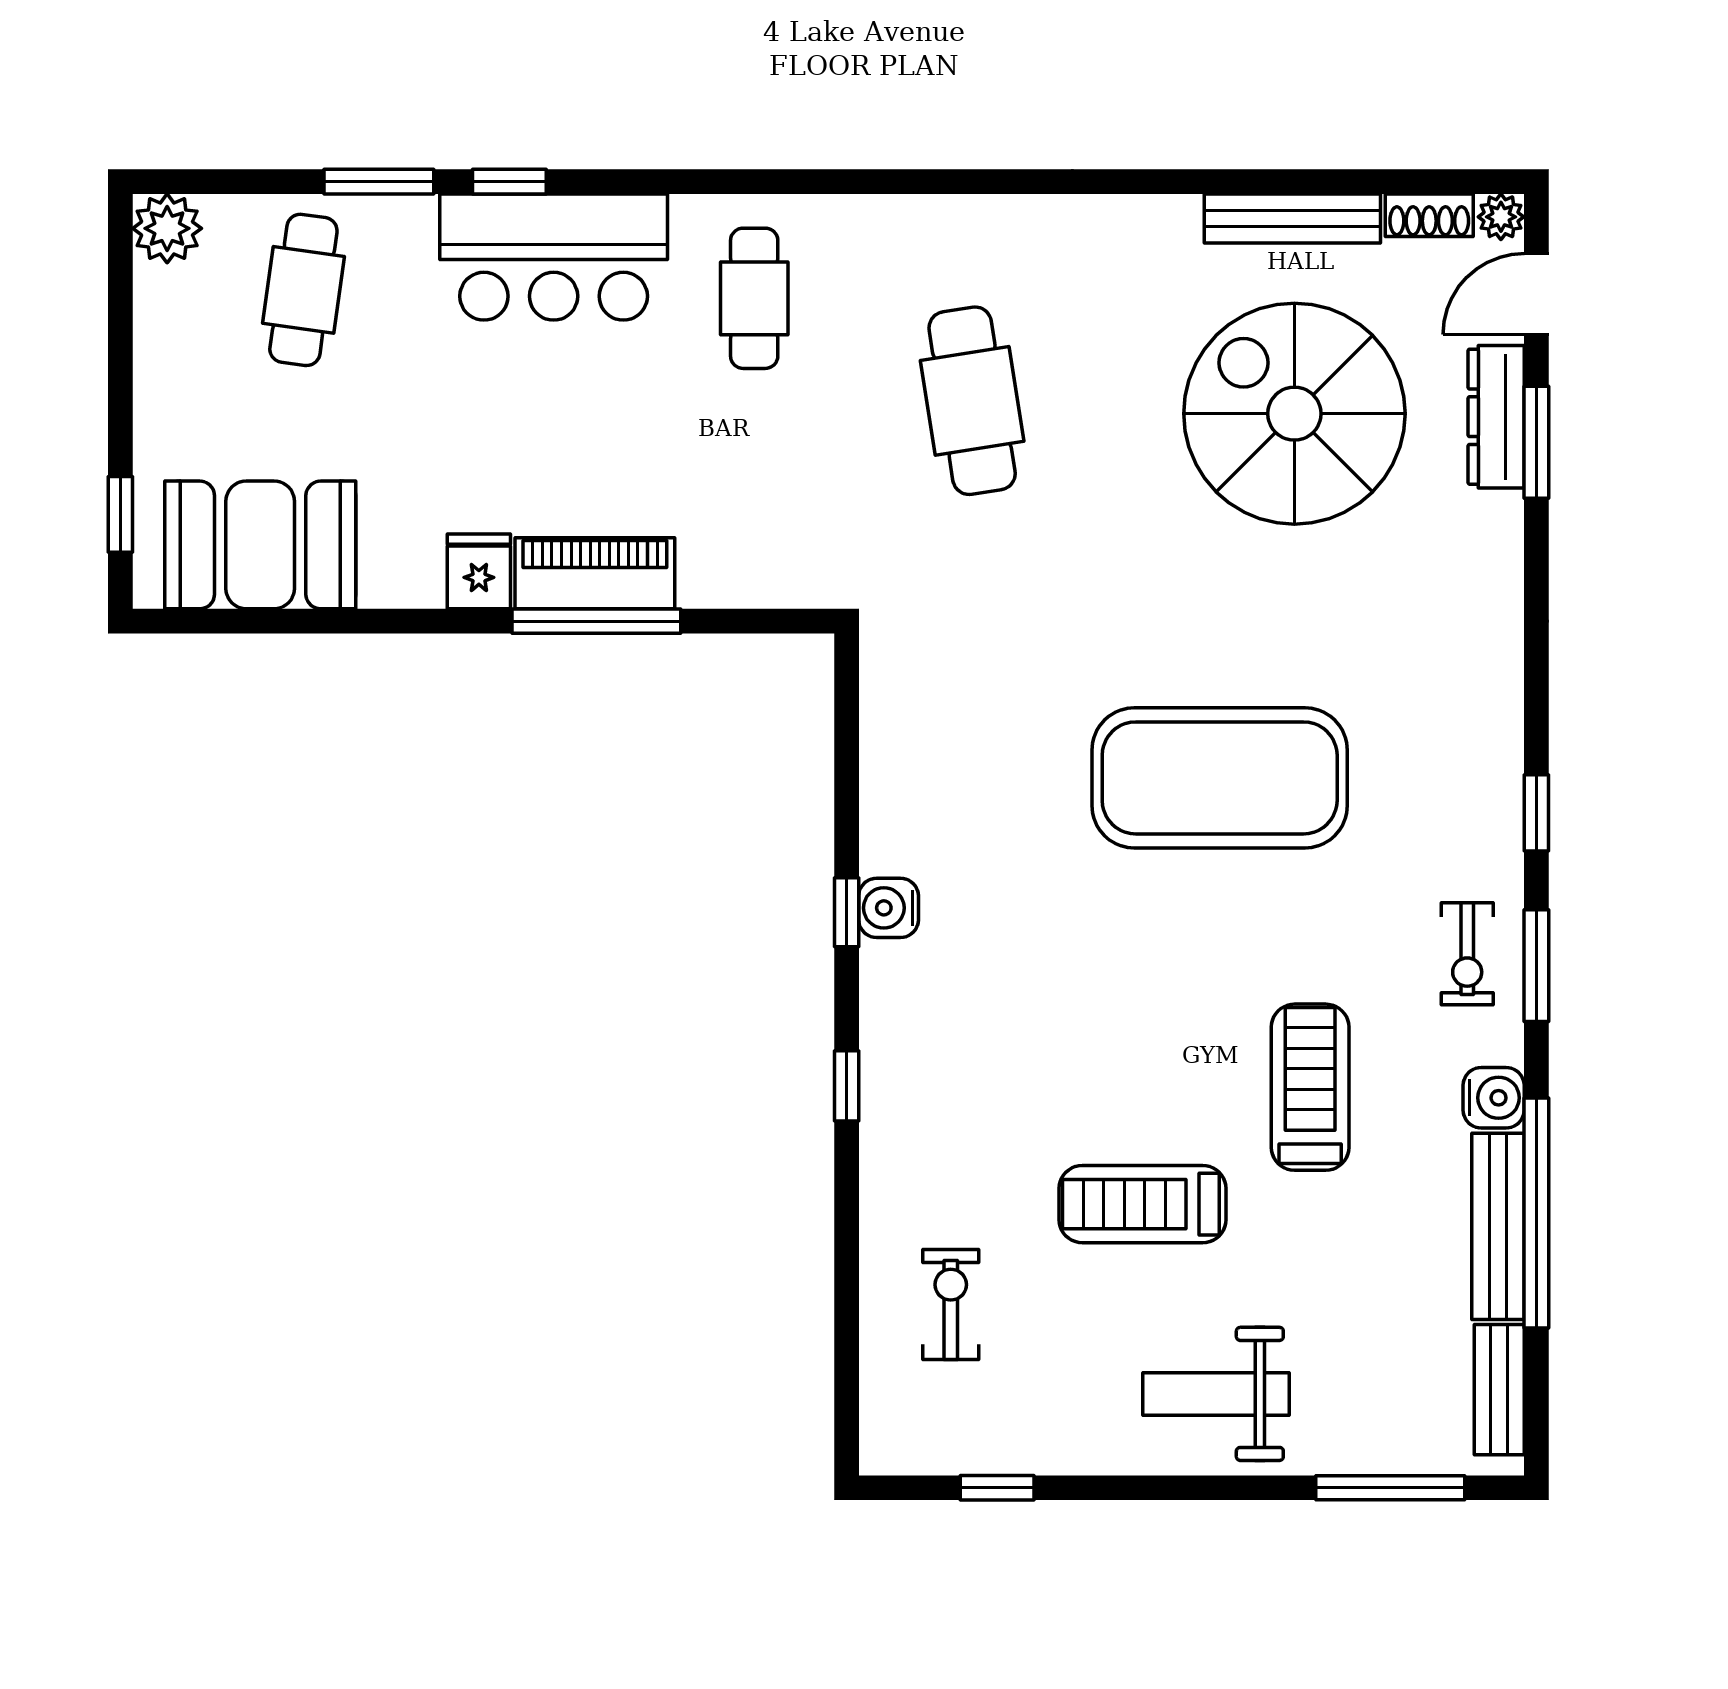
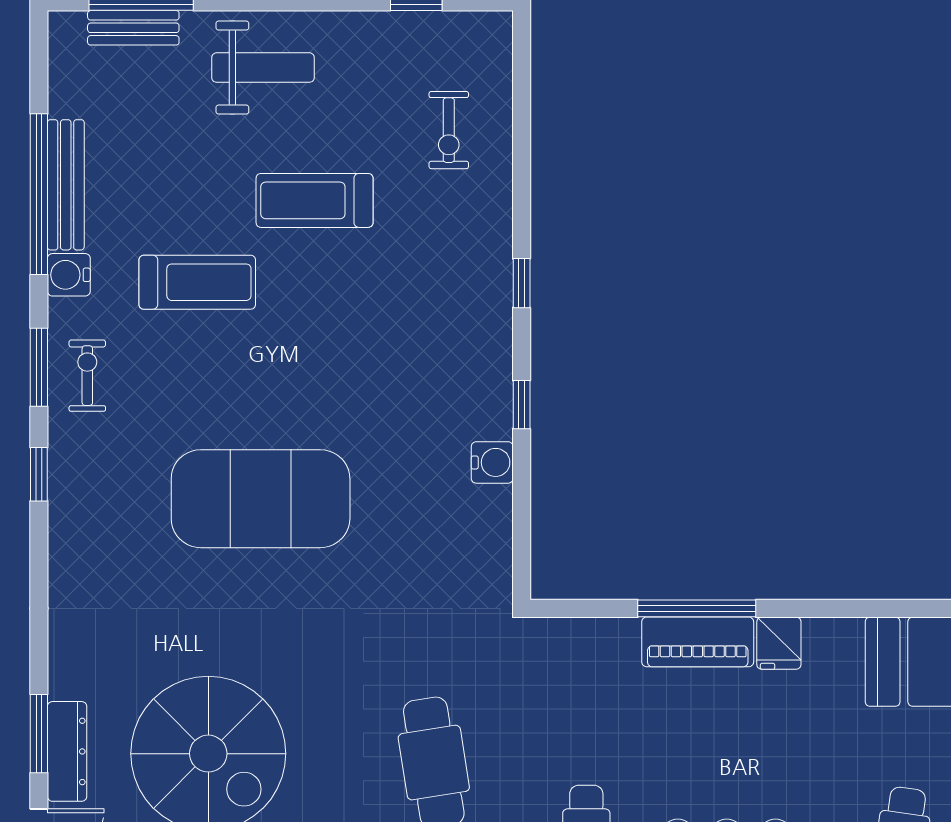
water cooler: (889, 908) -> (492, 462), moved
treadmill: (1310, 1087) -> (197, 282), turned -90
treadmill: (1143, 1204) -> (315, 200), turned 180
bench: (1499, 1390) -> (133, 28), moved, turned 90

